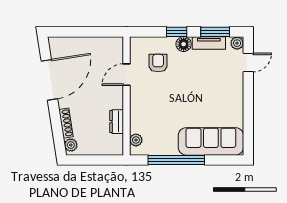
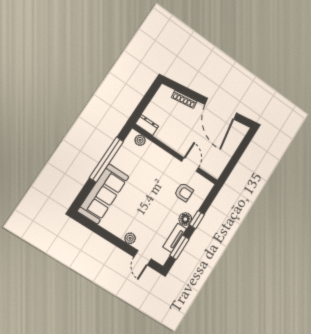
plant: (237, 43) -> (130, 238), moved
dresser: (117, 122) -> (147, 125), moved
plant: (71, 145) -> (167, 92), removed

